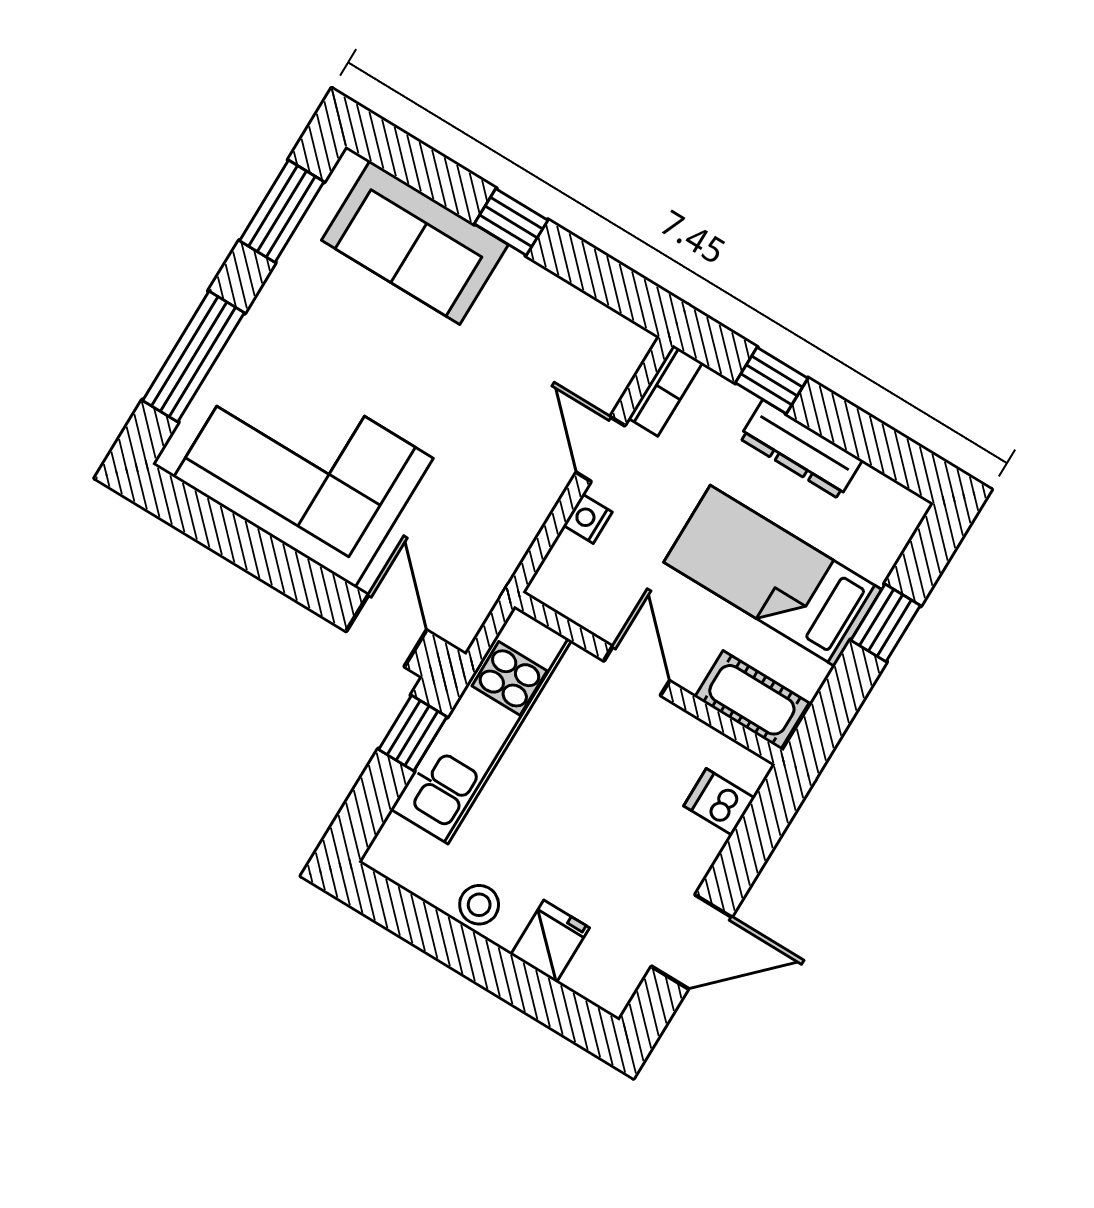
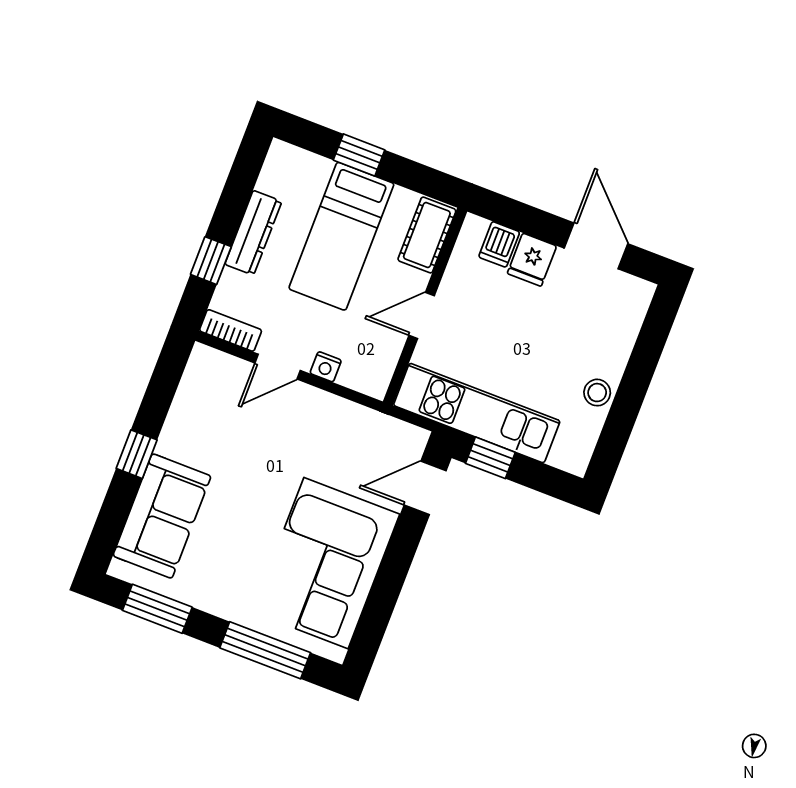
fridge: (550, 941) -> (532, 260), moved, turned -90

